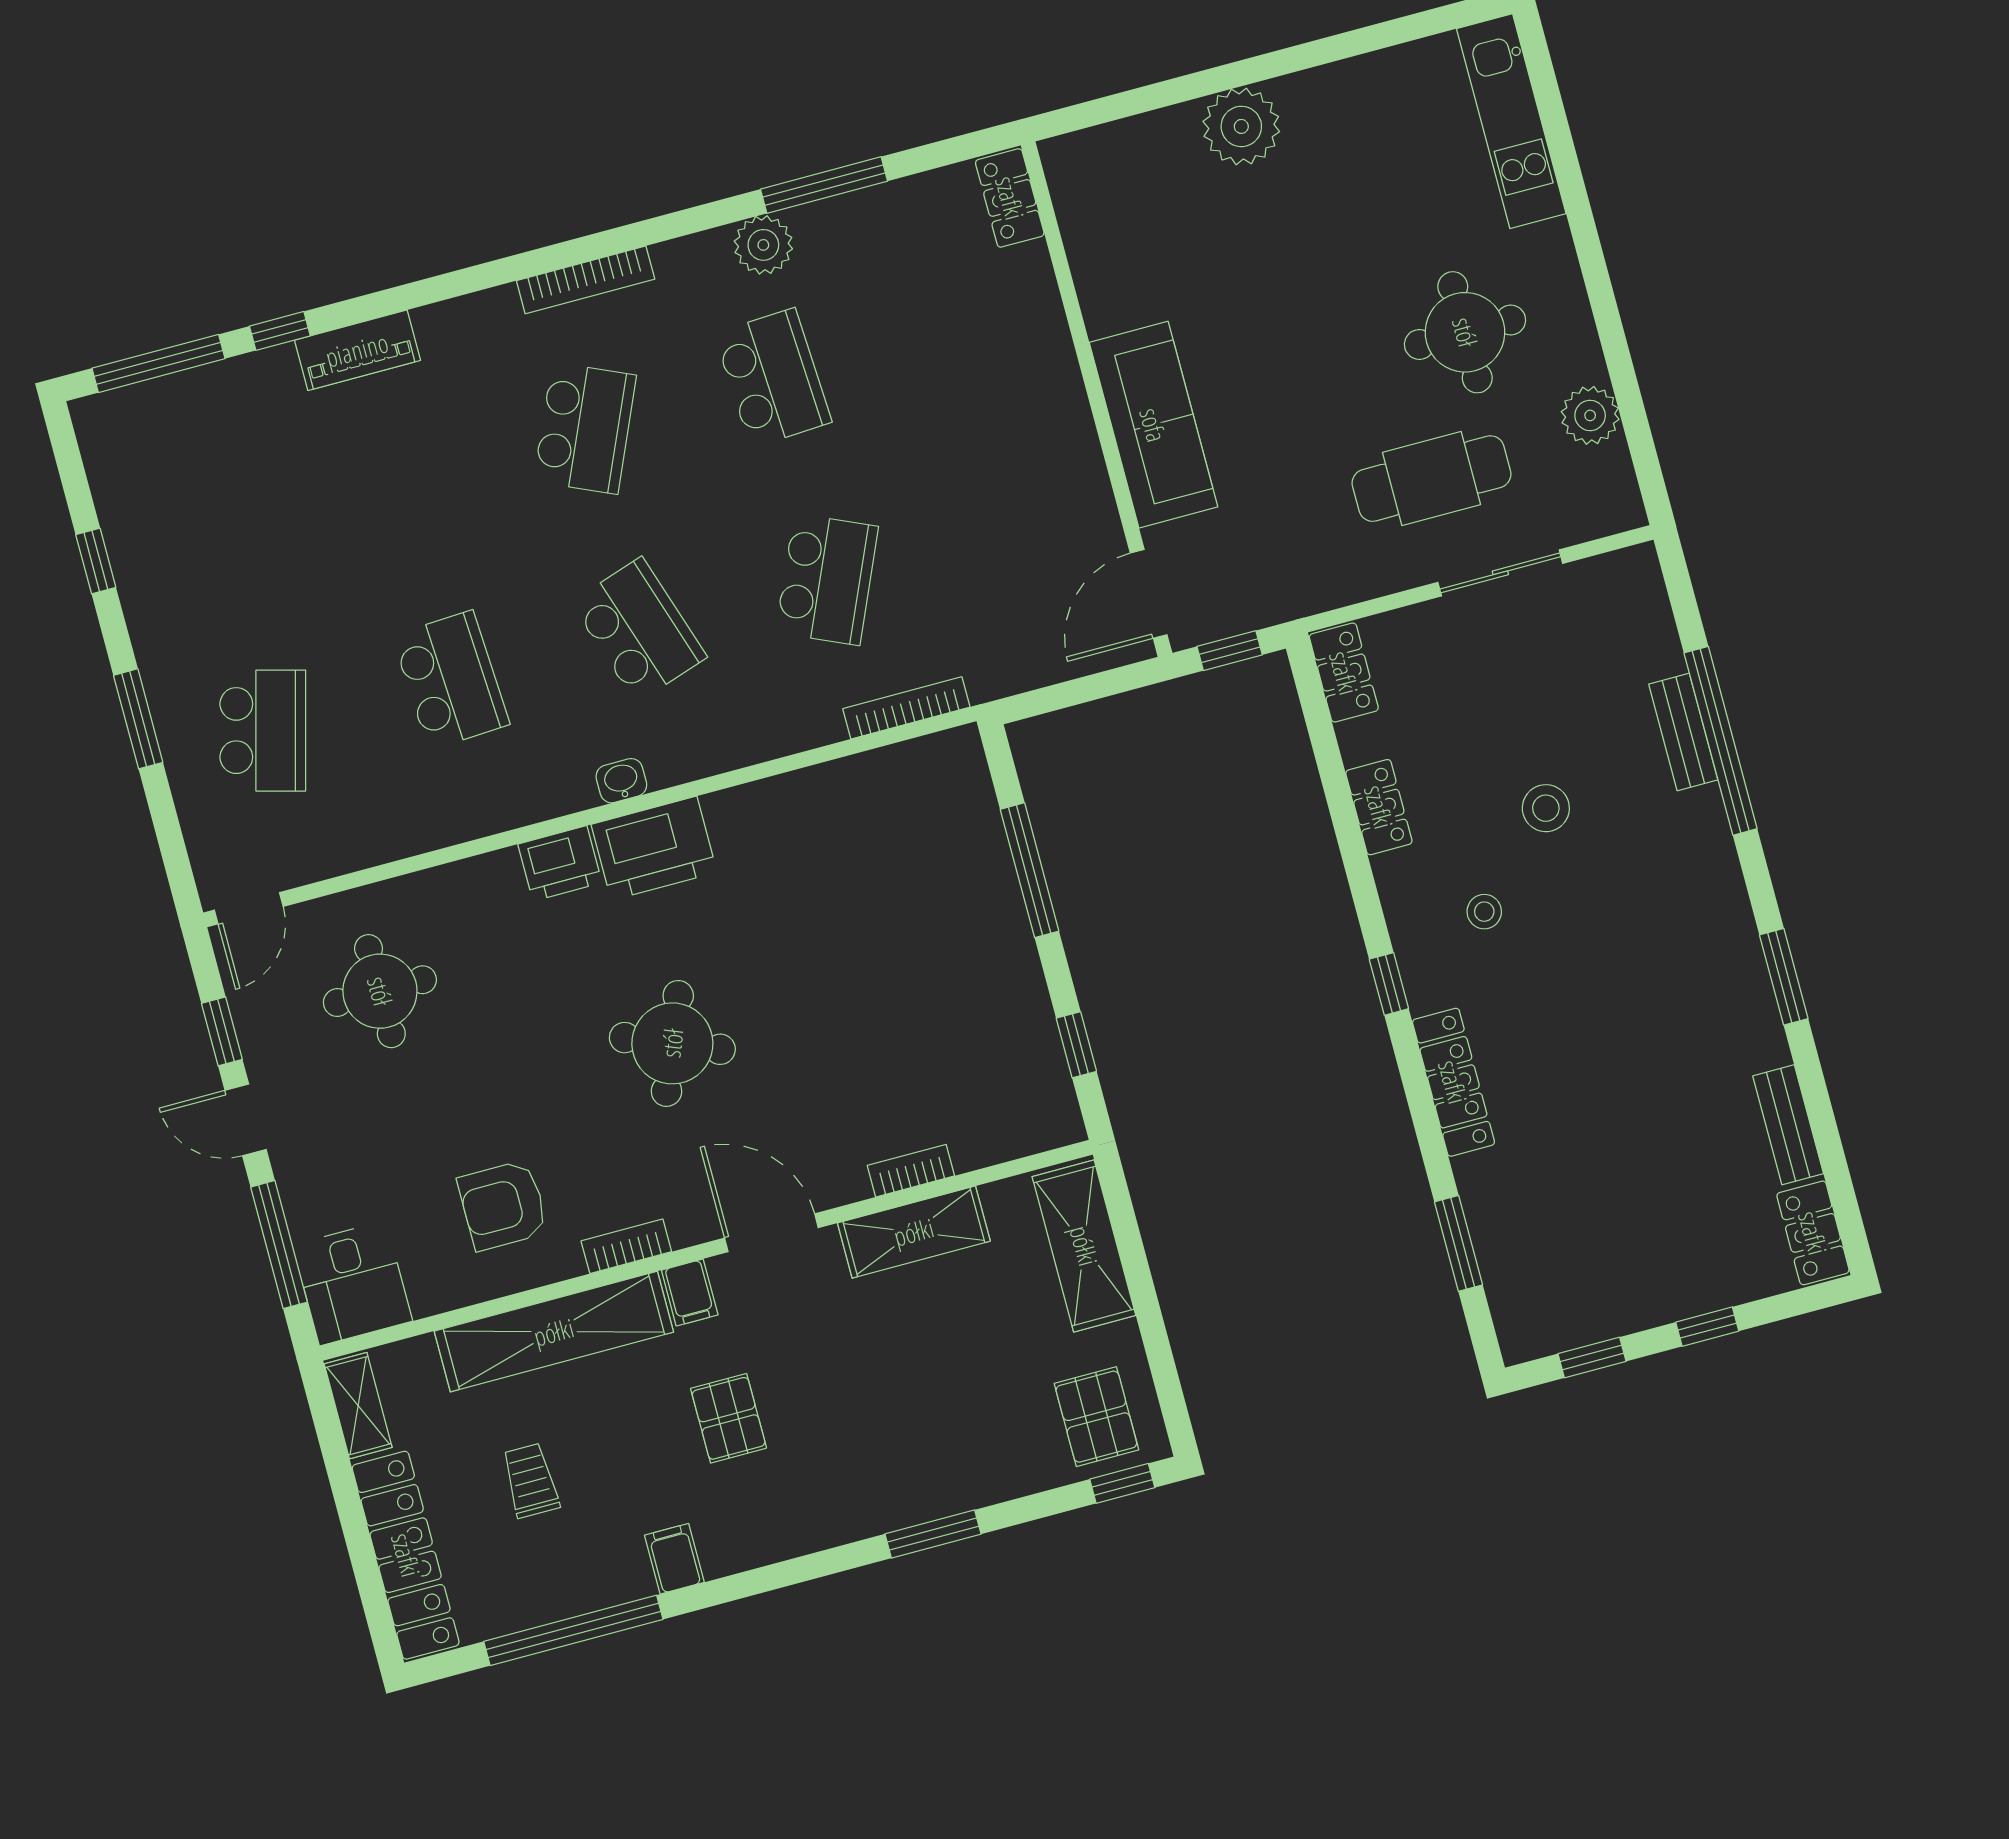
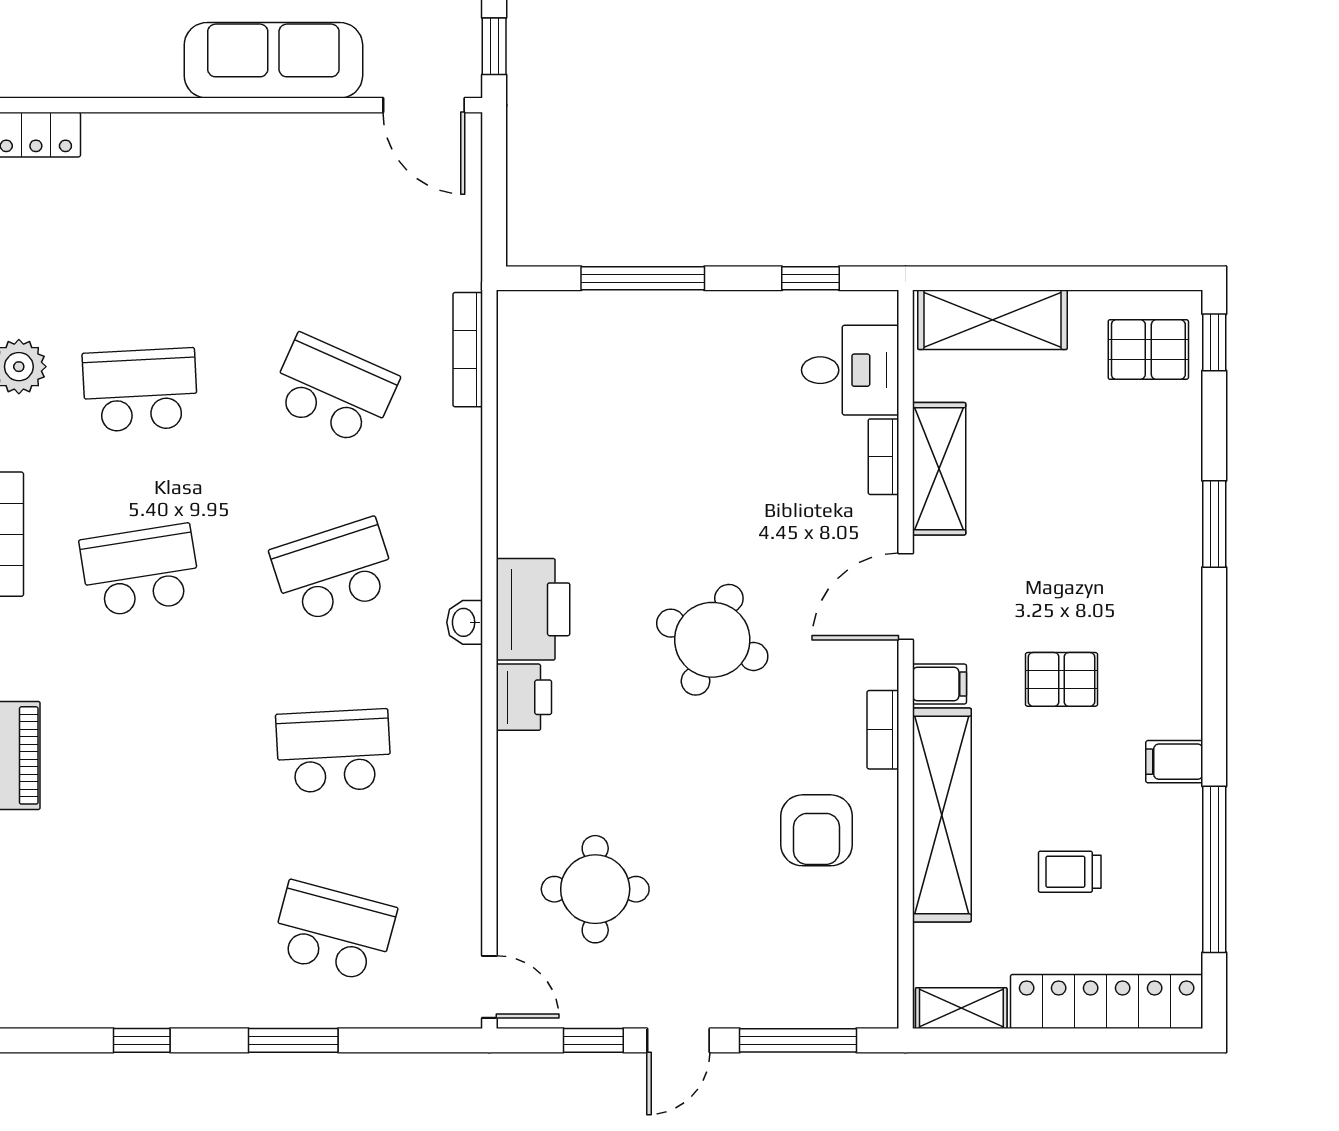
school desk: (585, 428) -> (140, 570), turned -33
desk: (353, 1283) -> (850, 370), moved

